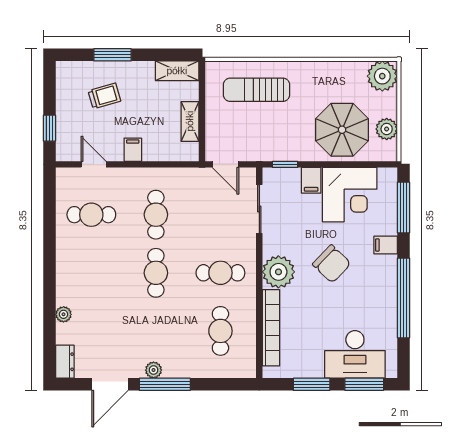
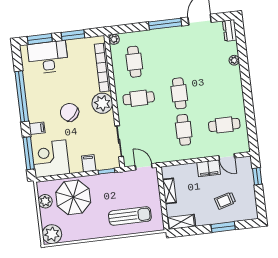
filing cabinet: (133, 150) -> (209, 168), width x2.00
corner desk: (350, 195) -> (51, 159), moved
plant: (154, 370) -> (114, 39), moved

